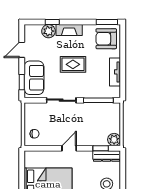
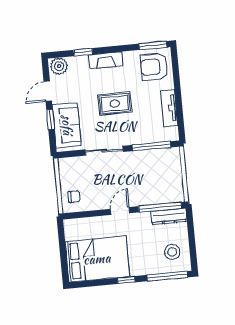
plant: (49, 31) -> (59, 66), moved
window: (22, 82) -> (50, 119), moved
plant: (114, 140) -> (176, 194), removed
window: (101, 148) -> (160, 207), width x2.17

